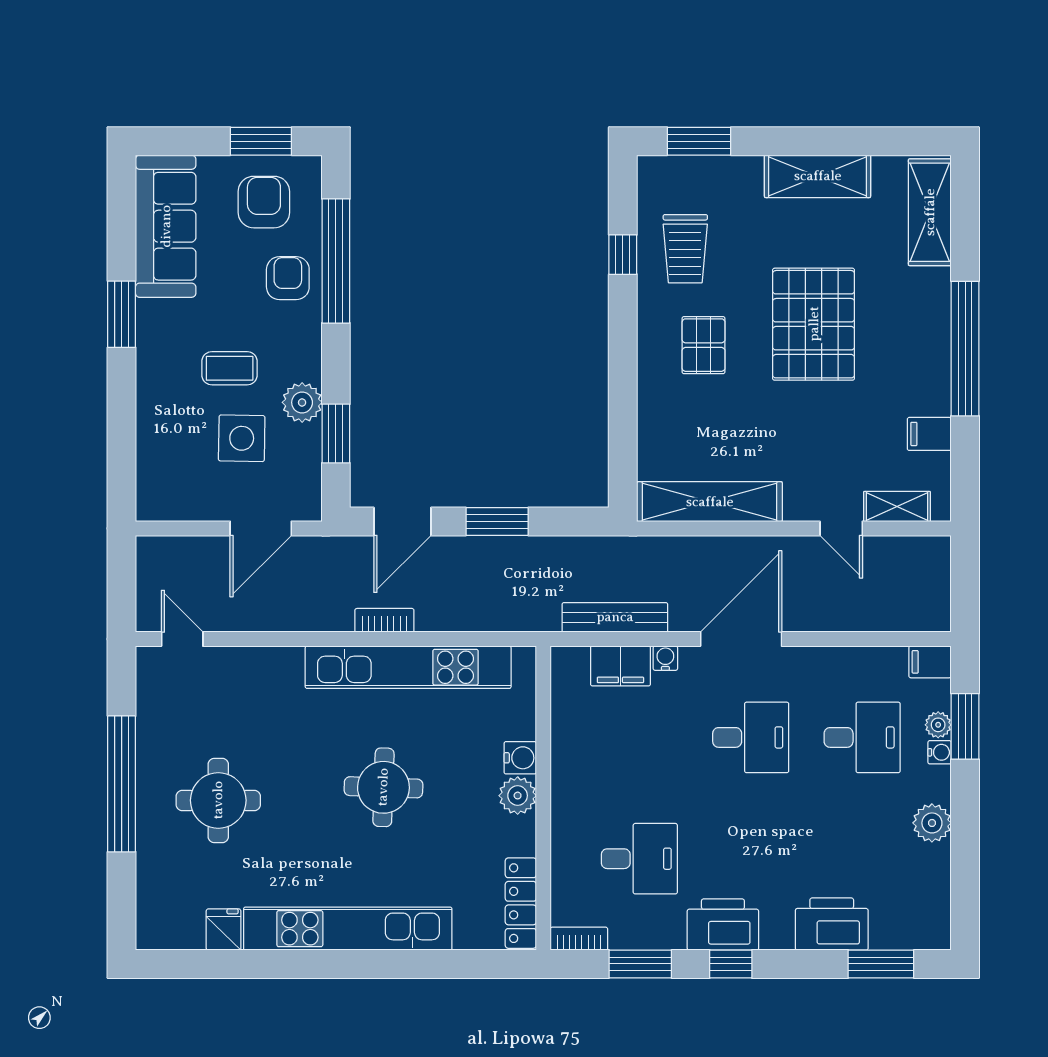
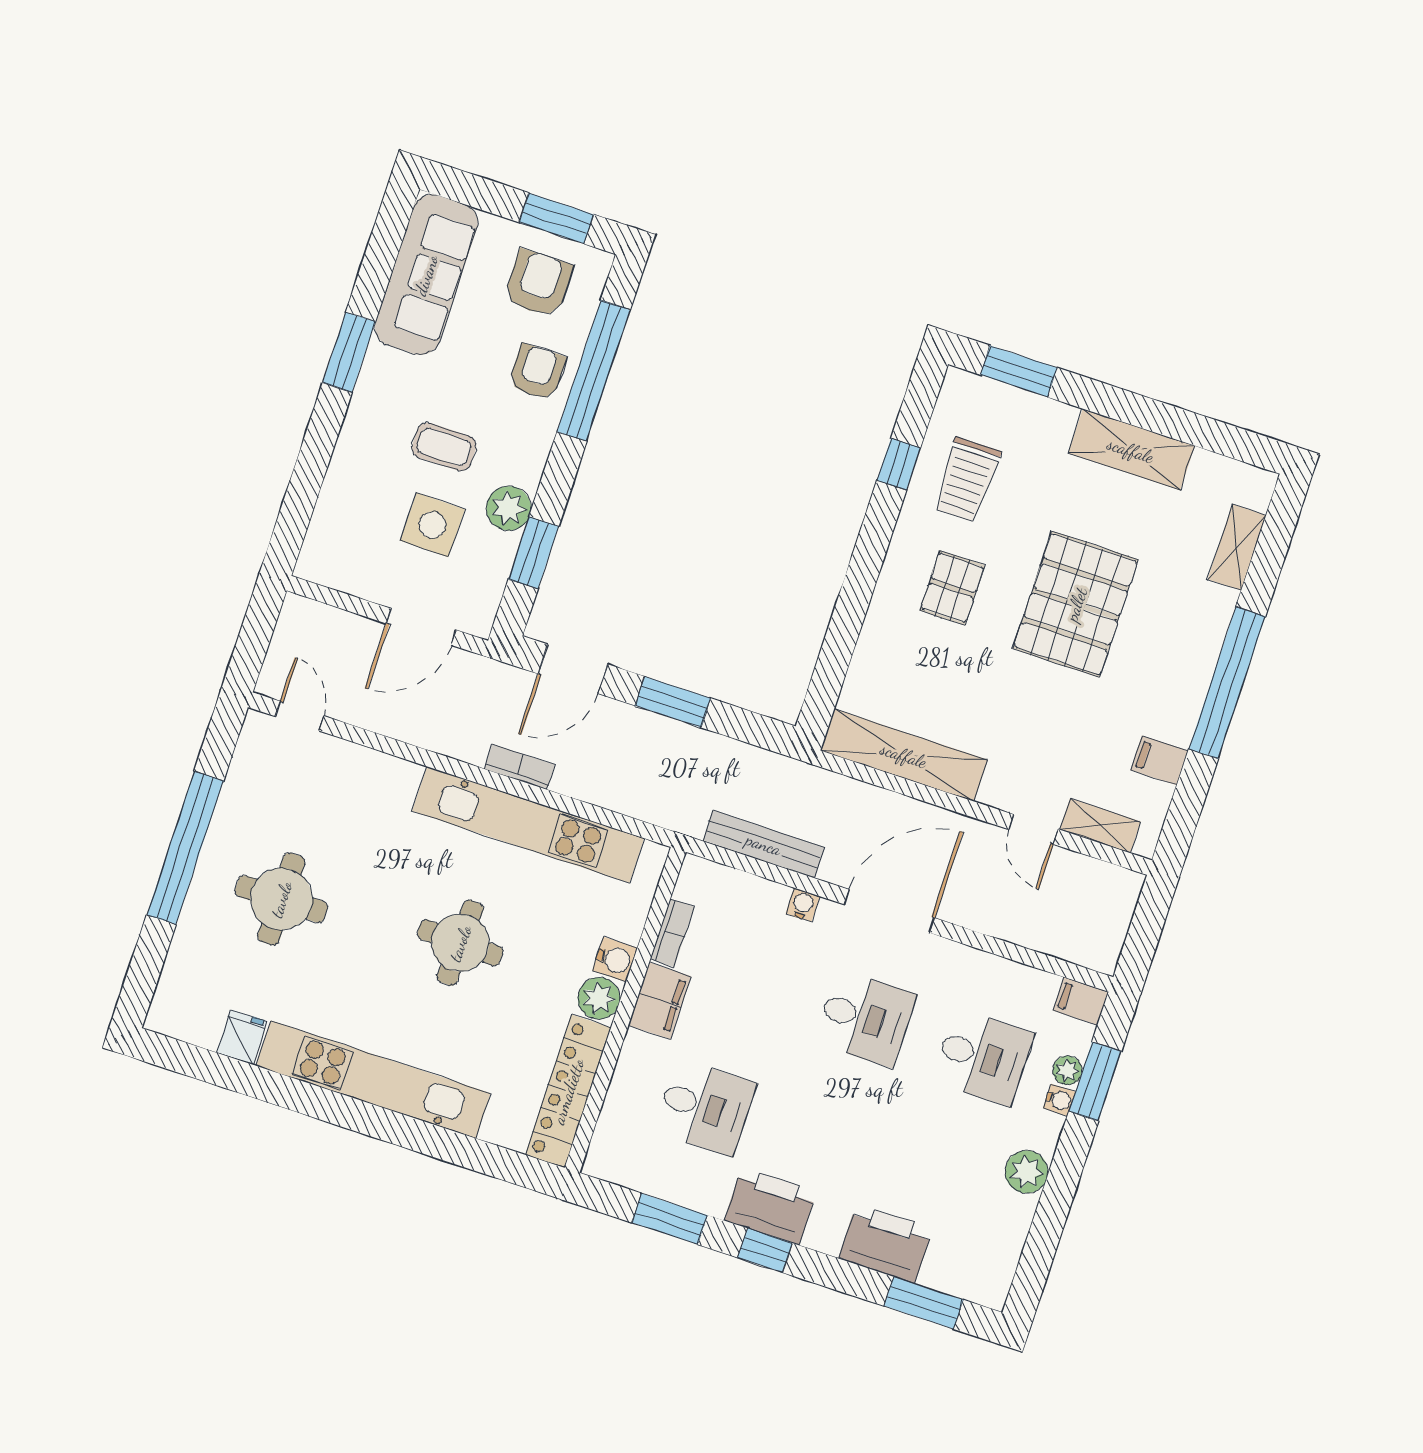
shelving: (930, 212) -> (1237, 547), width x0.67, depth x0.75
filing cabinet: (620, 666) -> (660, 1001), moved, turned -90
locker: (521, 903) -> (568, 1091), width x1.41, depth x1.21
bookcase: (579, 939) -> (672, 933), moved, turned 90

